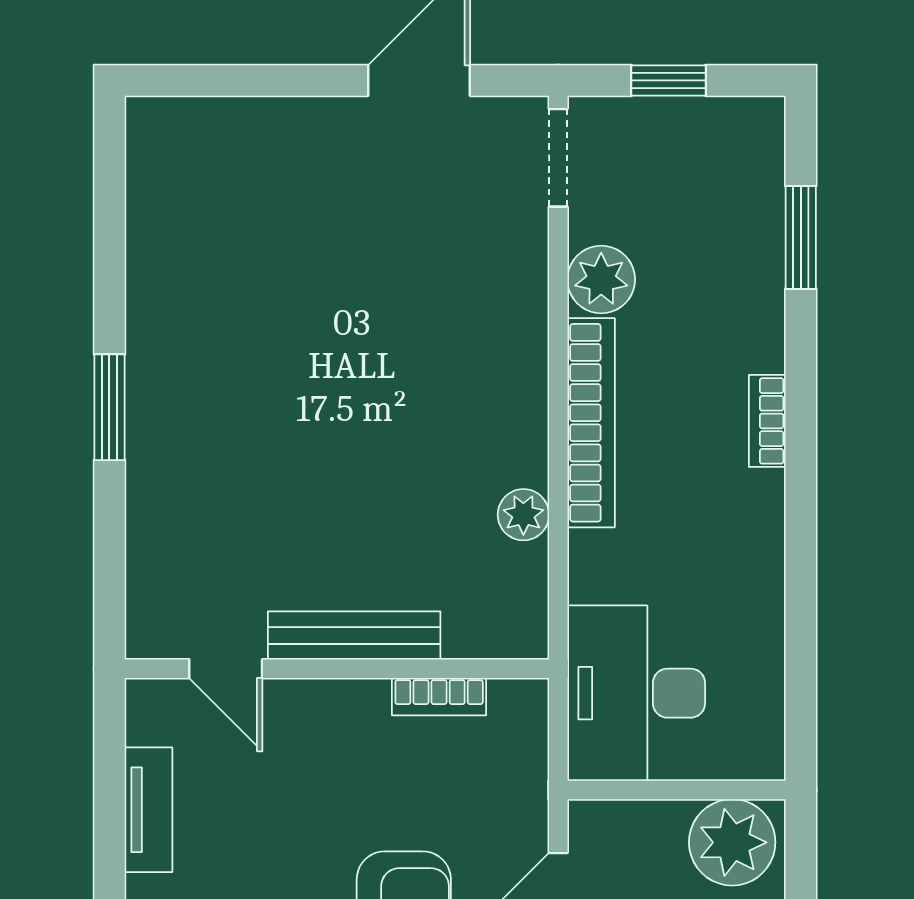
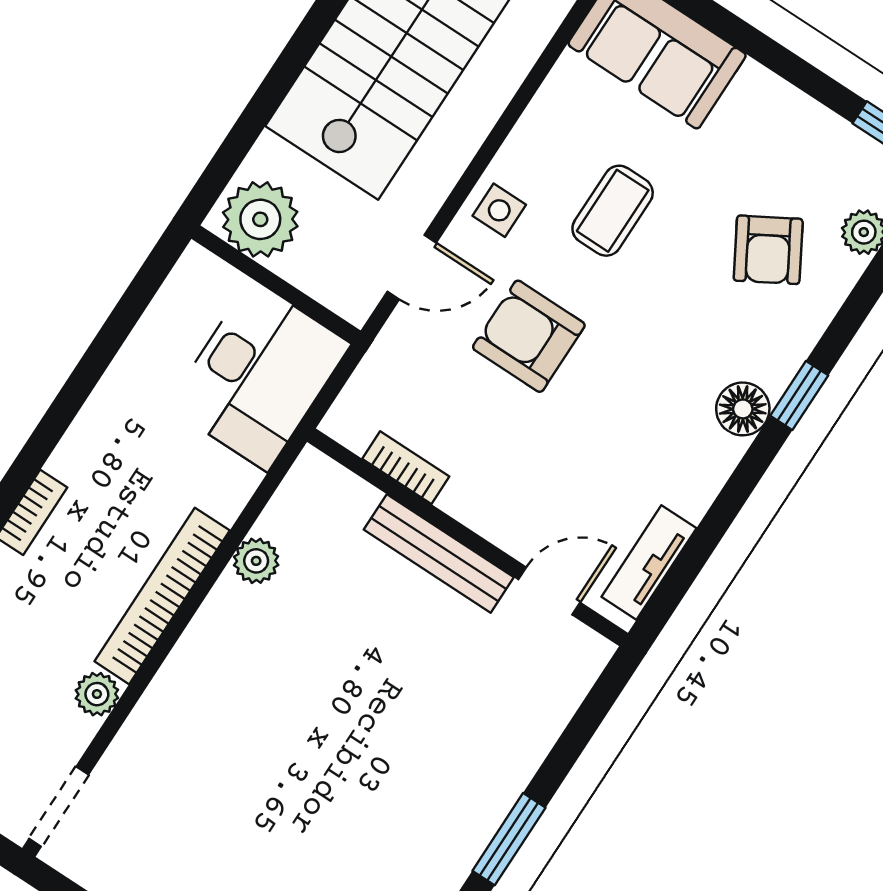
plant: (601, 279) -> (97, 694), width x0.73, depth x0.73
door: (226, 669) -> (549, 591), hinge flipped
tv unit: (148, 810) -> (649, 563), moved

